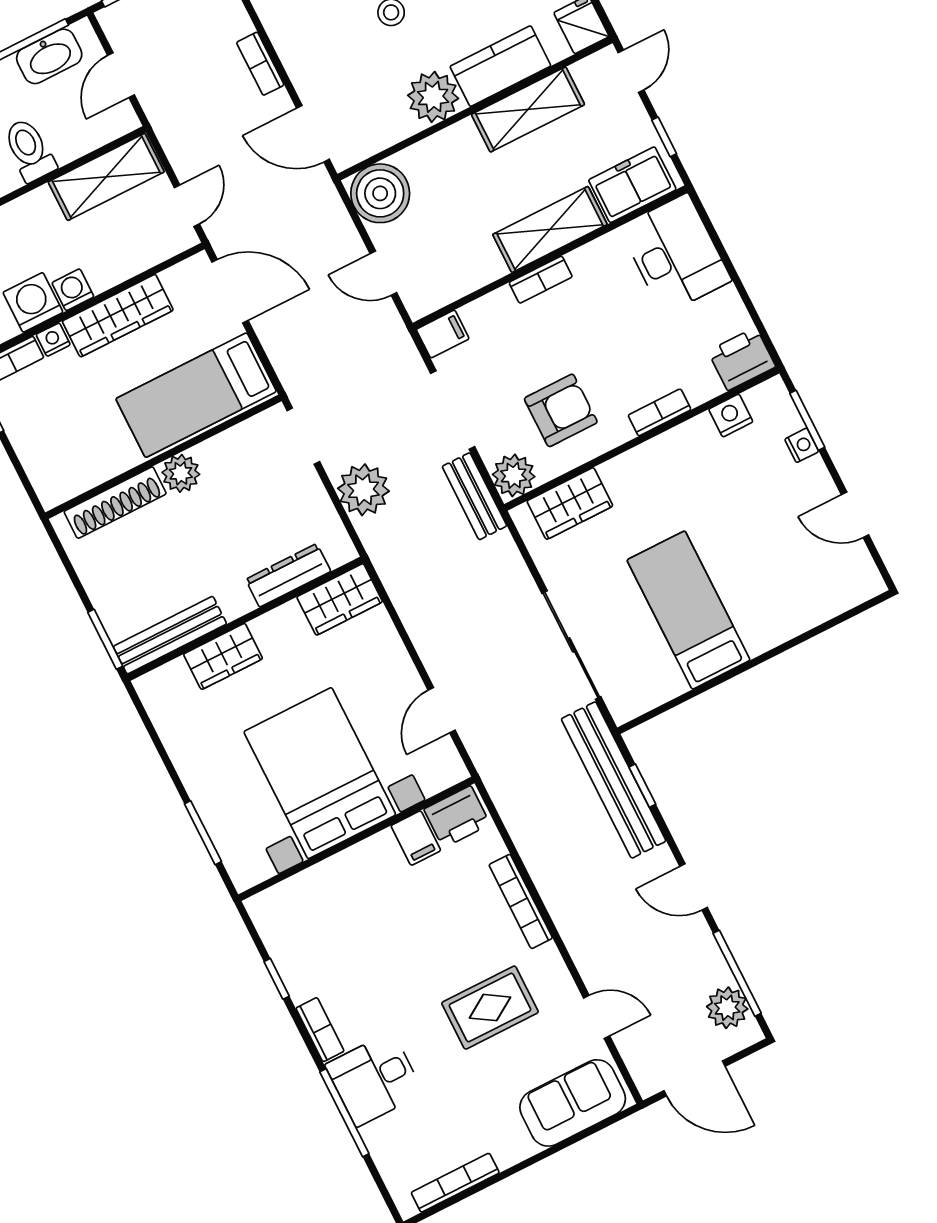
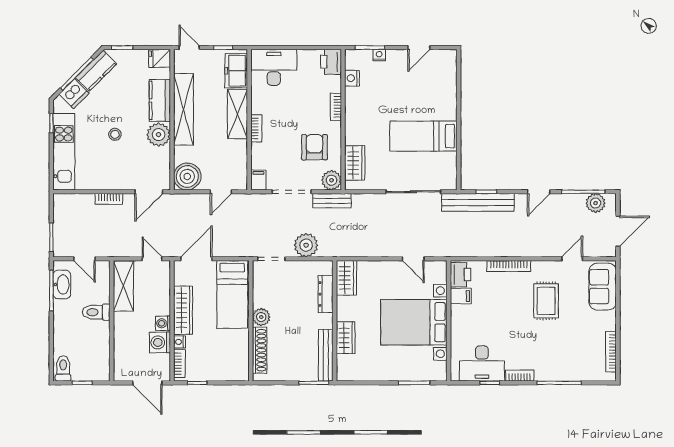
shelving: (528, 109) -> (183, 109), width x1.47
desk: (374, 1079) -> (482, 363), moved, width x1.37

